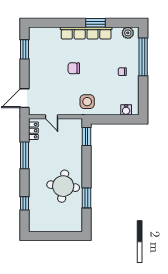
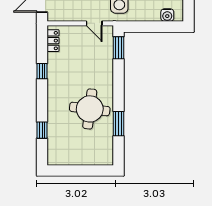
door: (51, 117) -> (94, 23), moved
window: (24, 155) -> (42, 71), width x0.46

